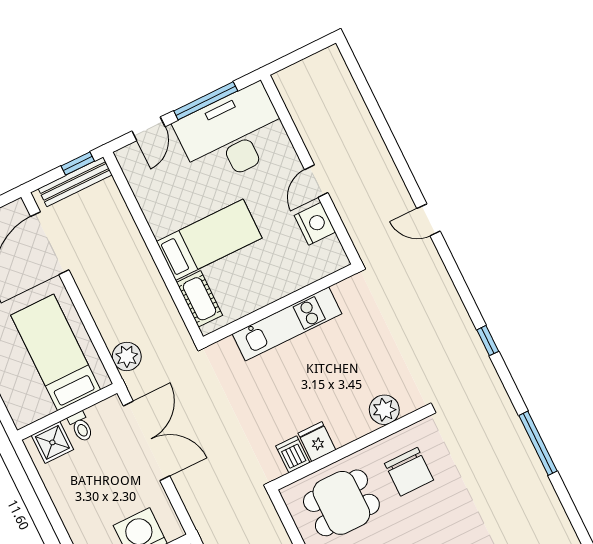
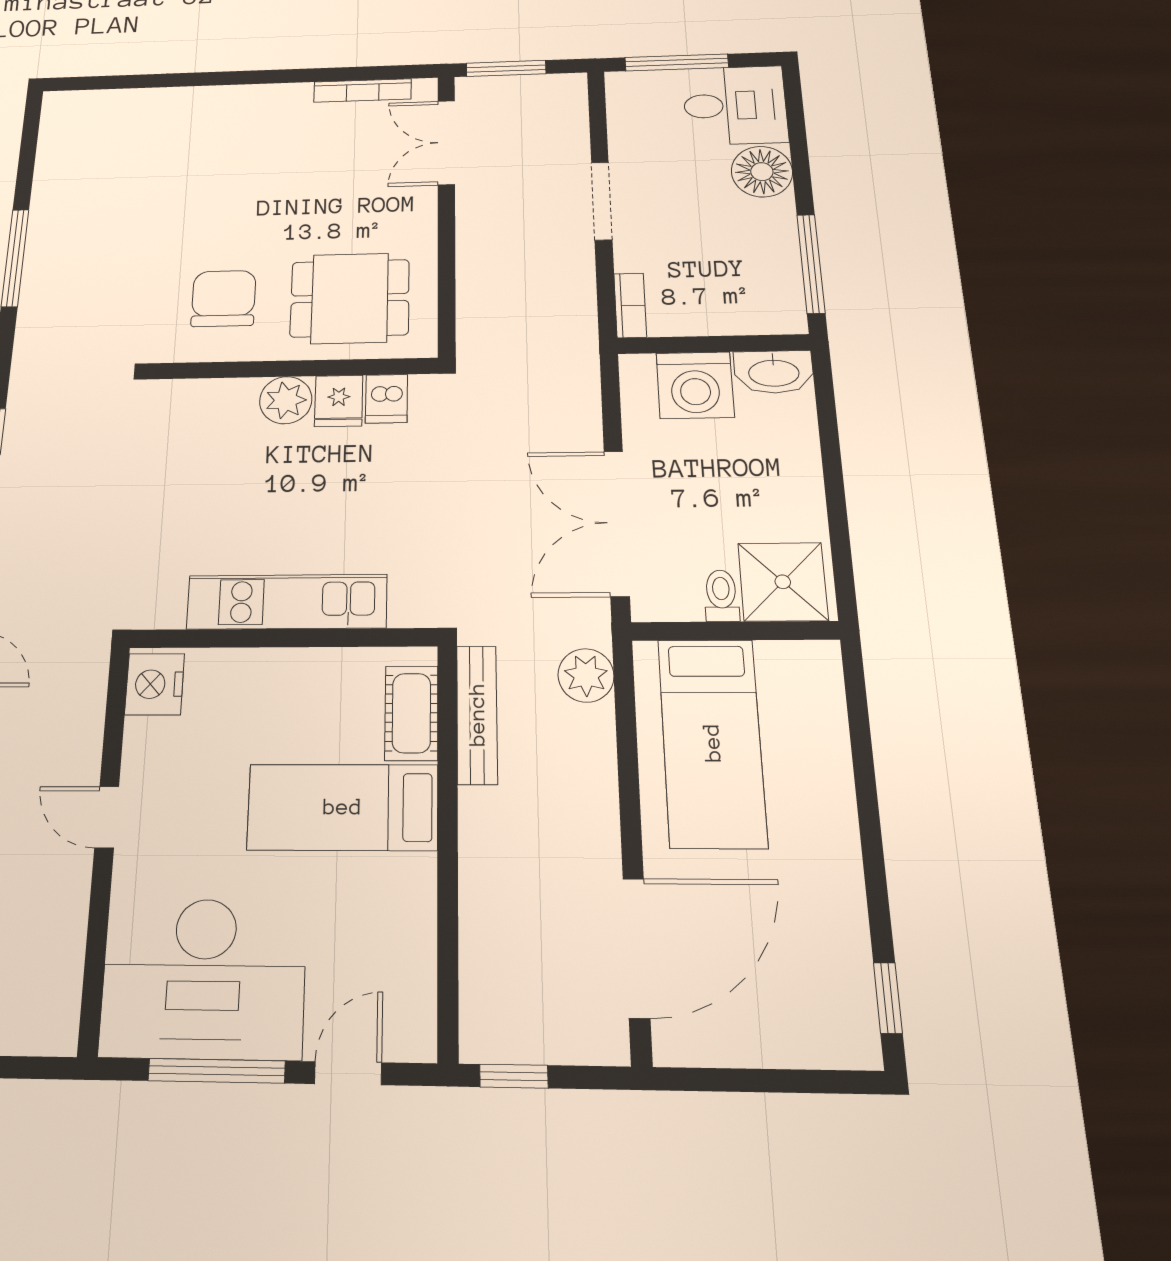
door: (316, 181) -> (107, 817), swing flipped
bench: (75, 182) -> (477, 714), moved, turned 90
nightstand: (315, 224) -> (155, 684), moved
plant: (384, 410) -> (286, 400), moved
shower: (52, 442) -> (783, 582), width x1.36, depth x1.36

